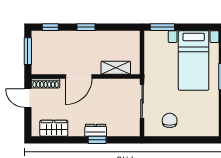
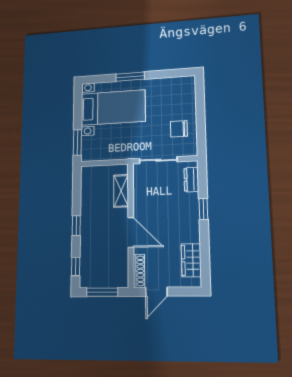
dresser: (96, 130) -> (191, 180), moved

